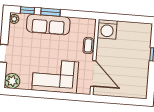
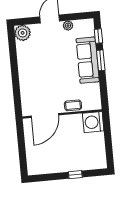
plant: (14, 19) -> (68, 26), moved
corner sofa: (55, 76) -> (35, 77), removed

